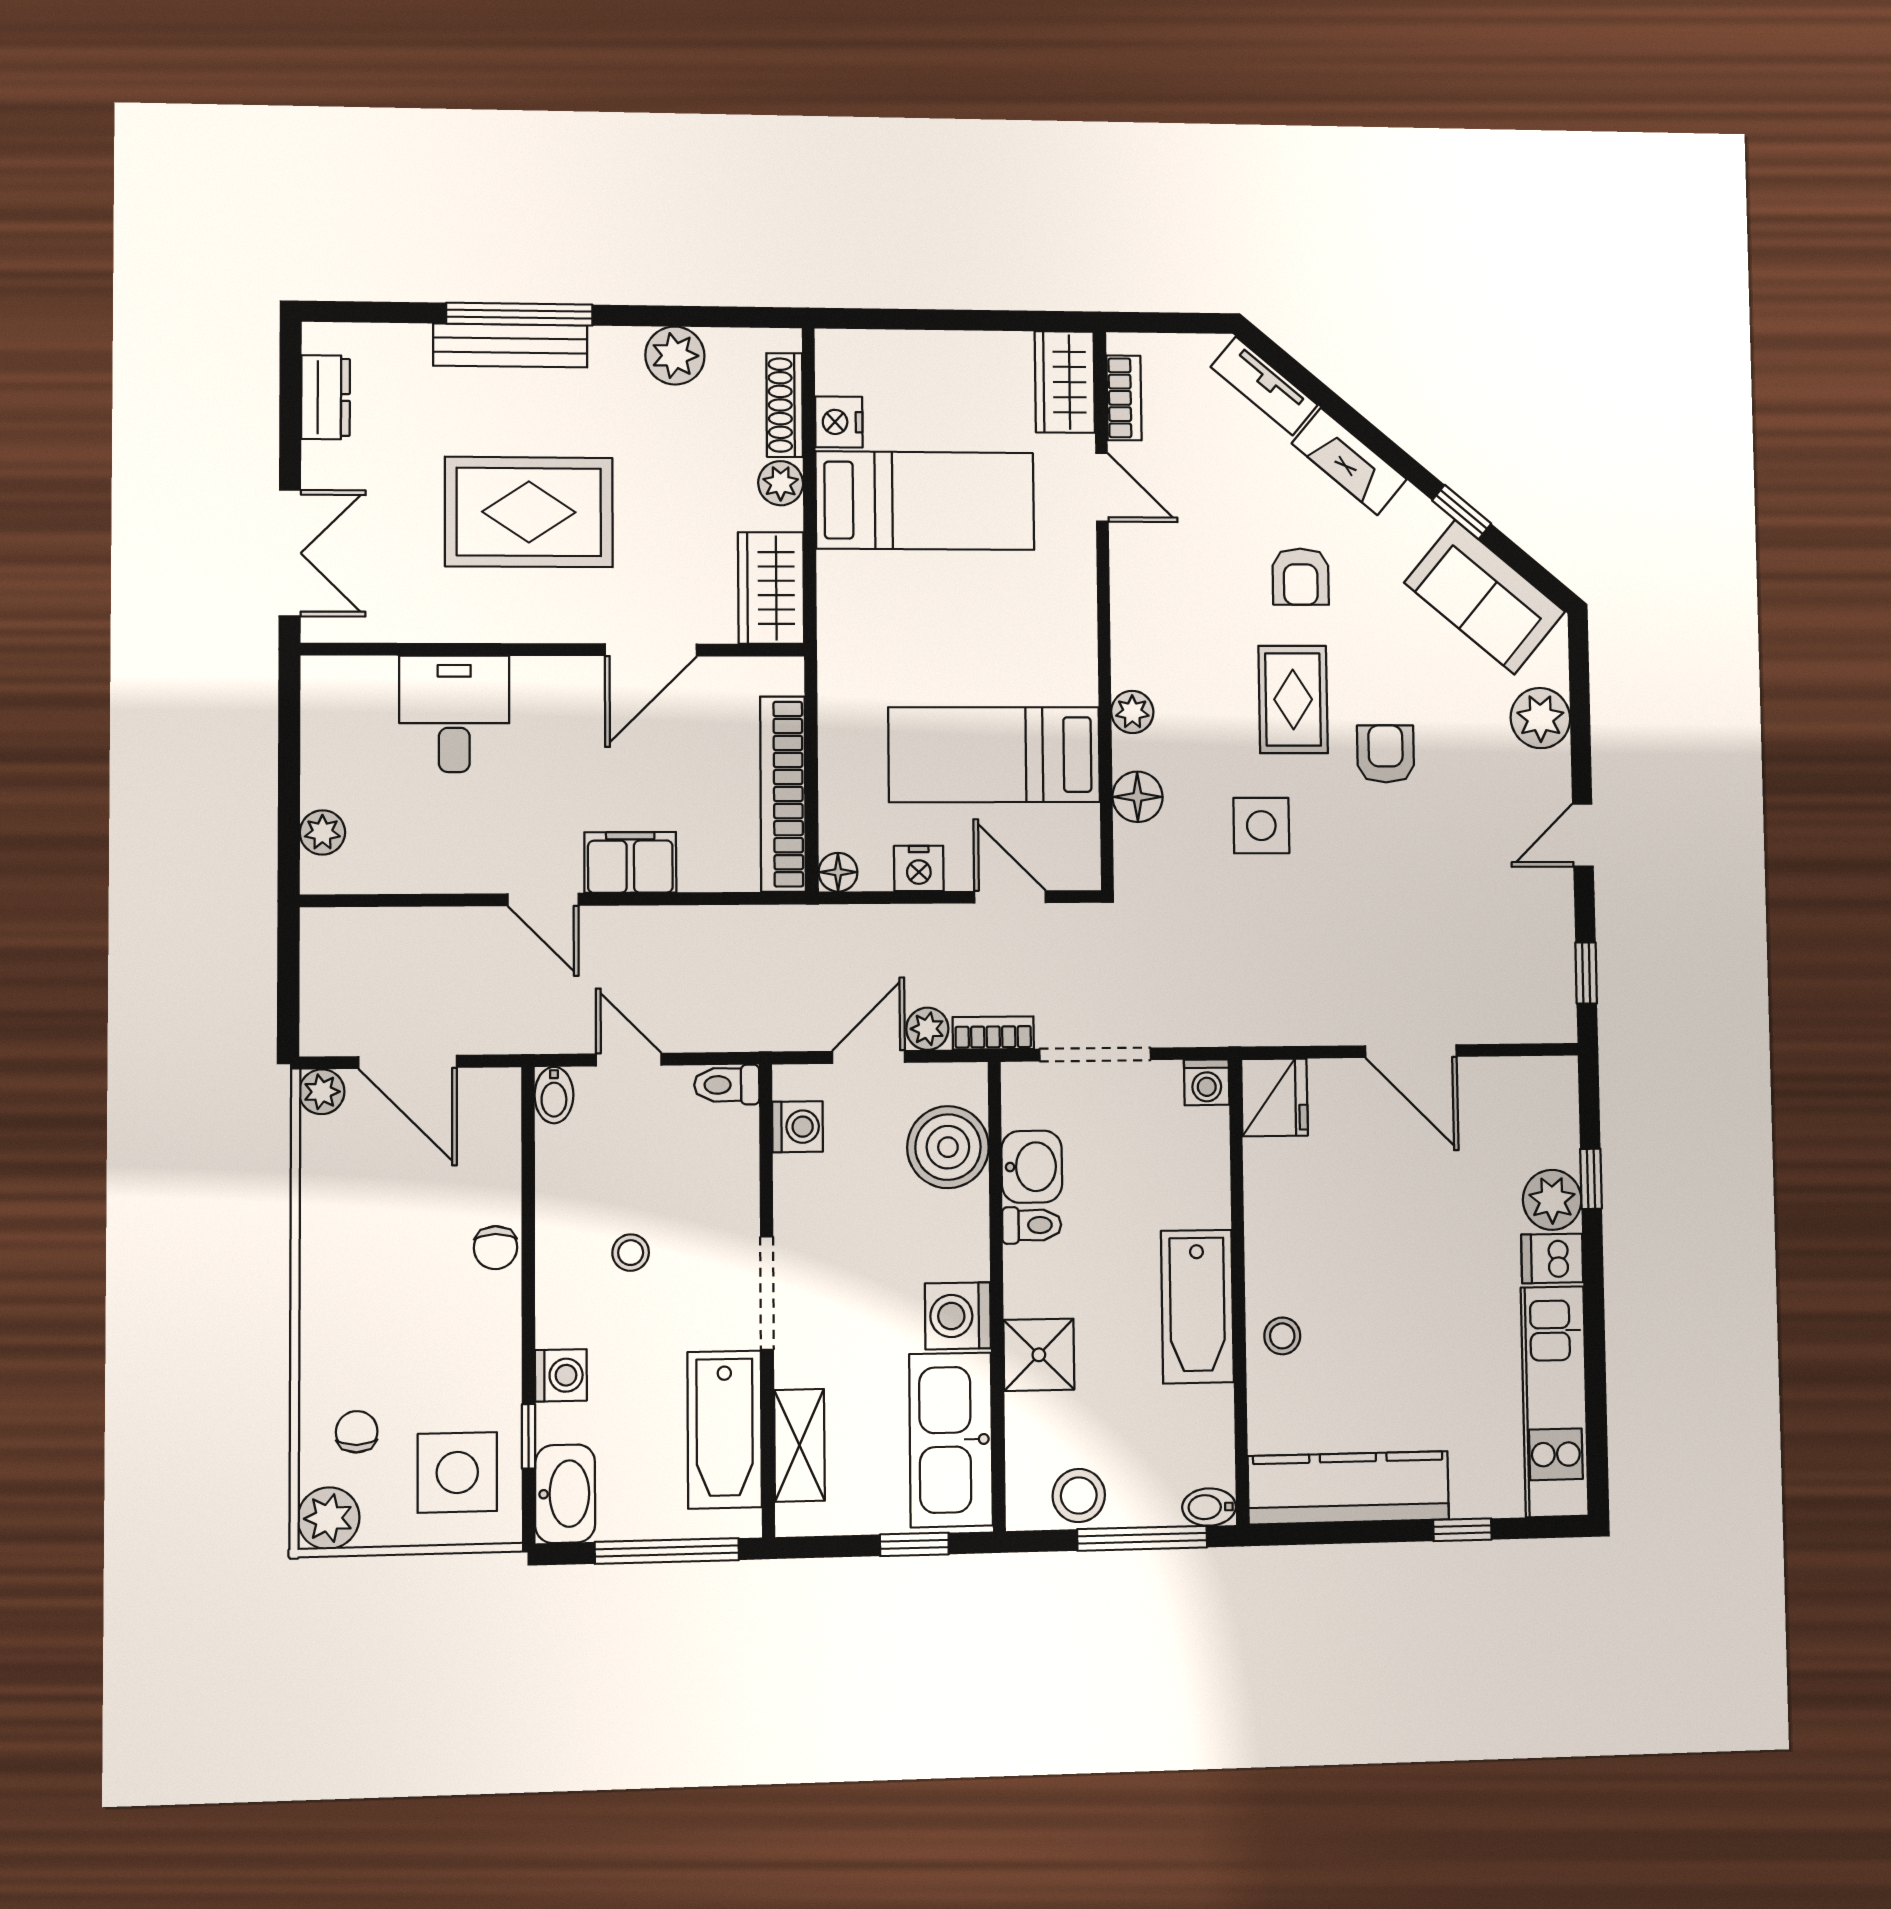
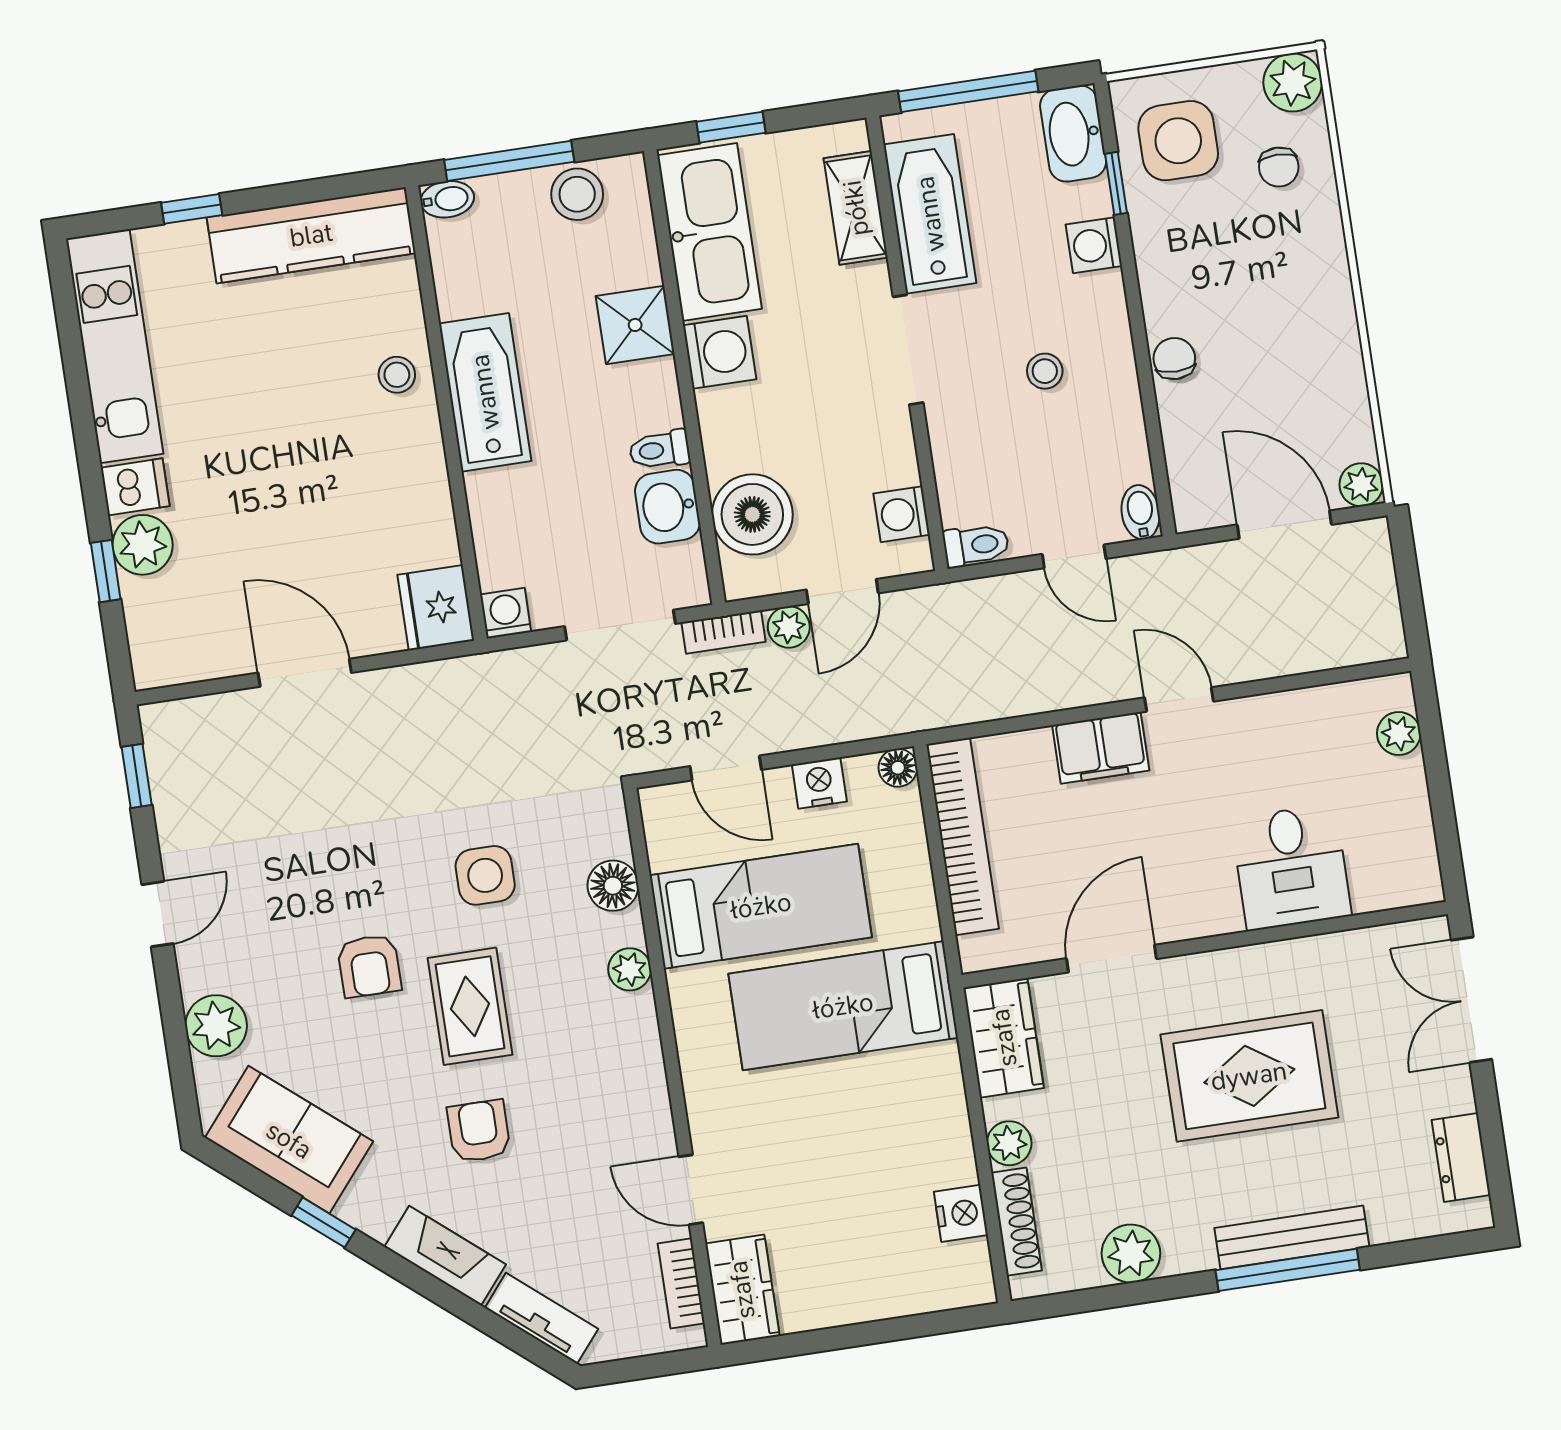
bed: (925, 501) -> (843, 1006), moved

